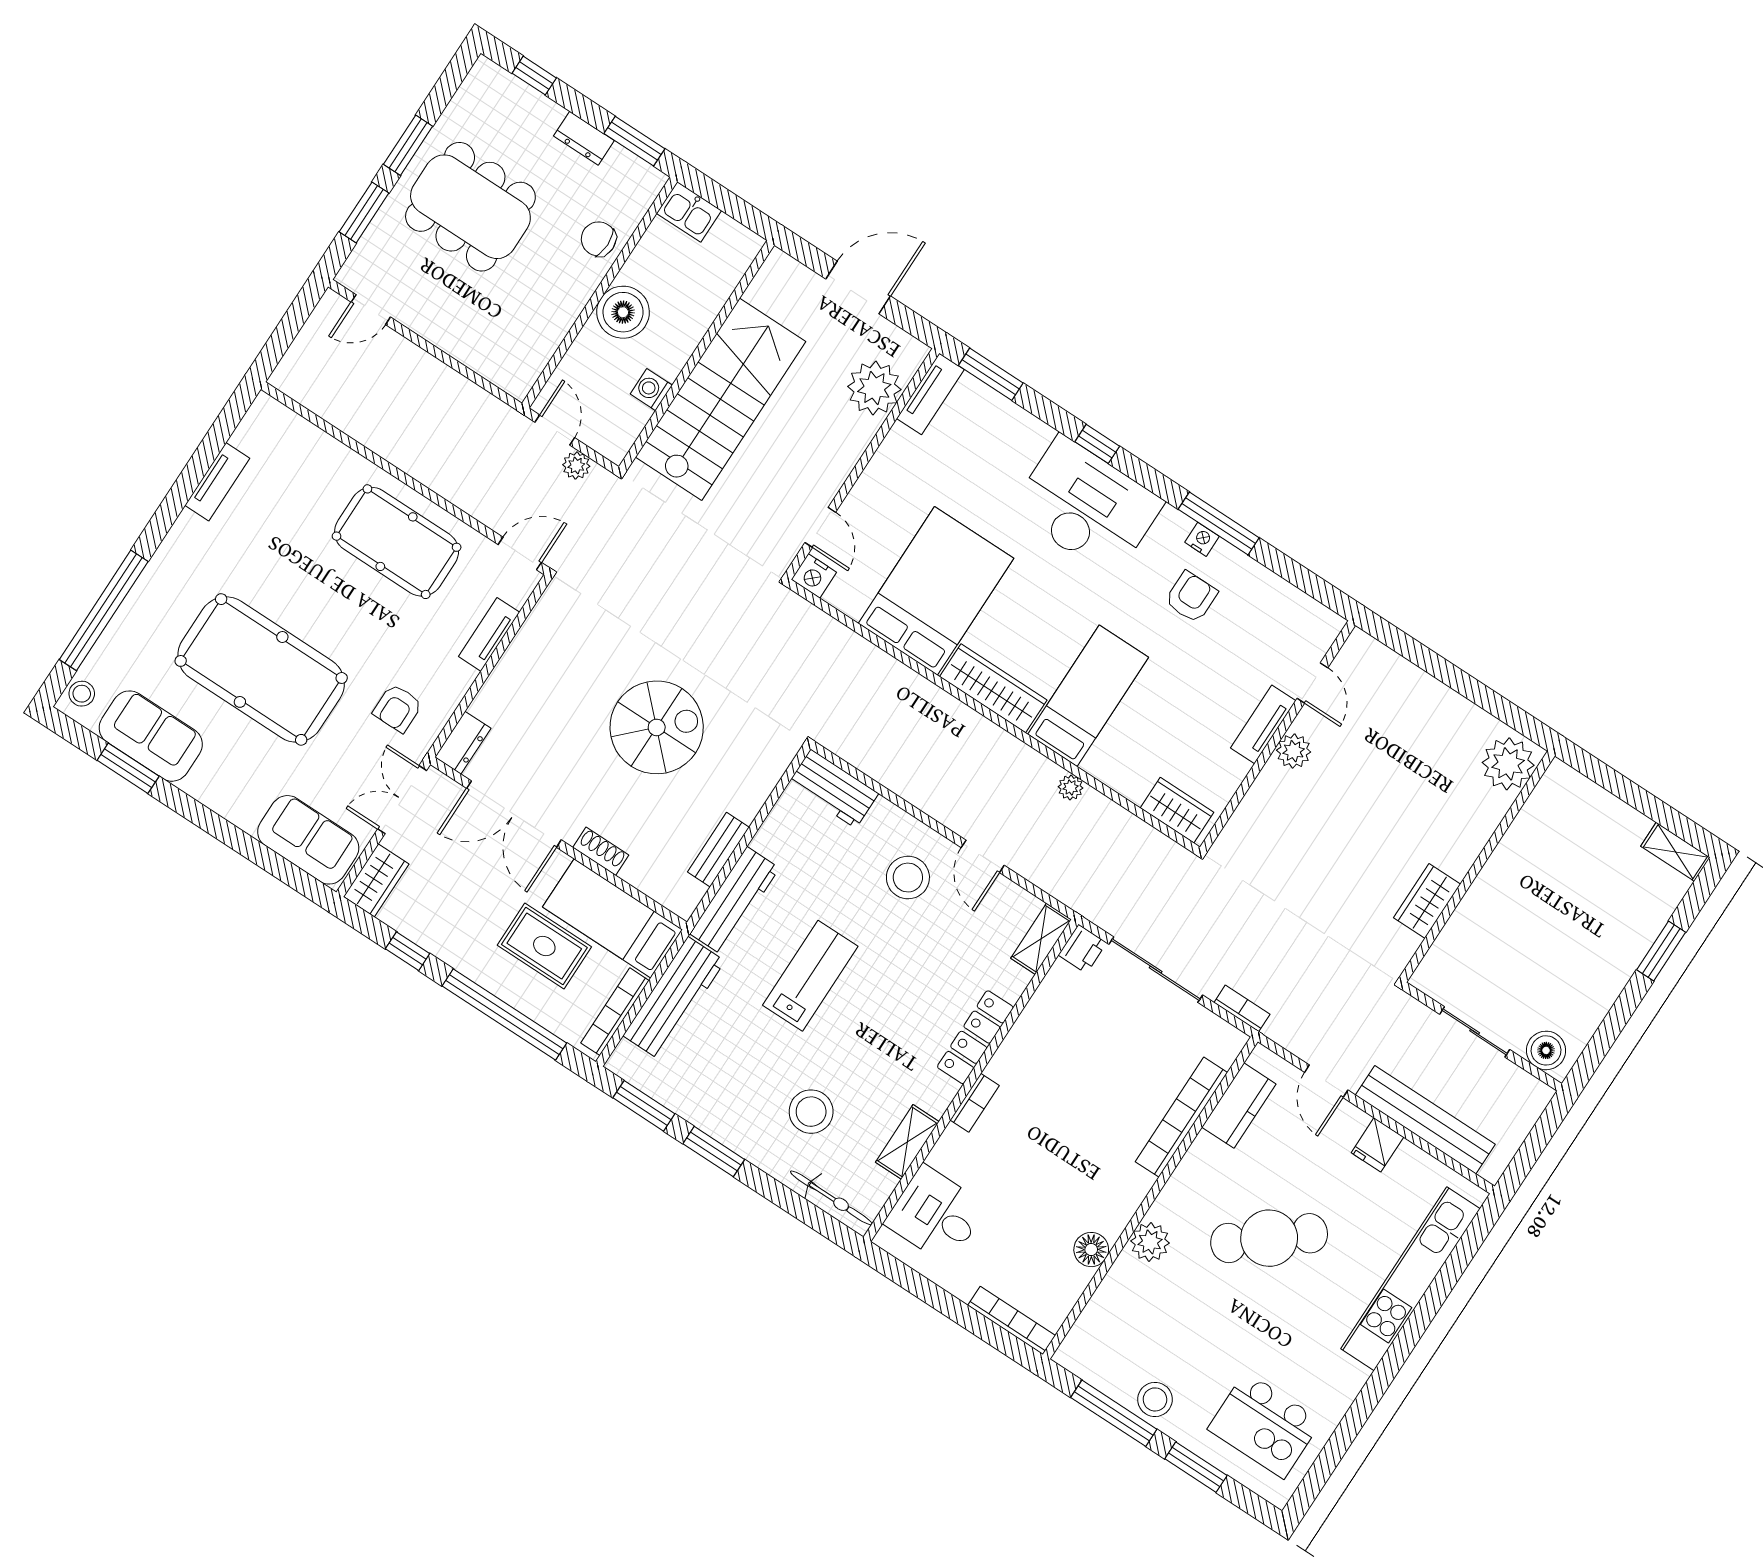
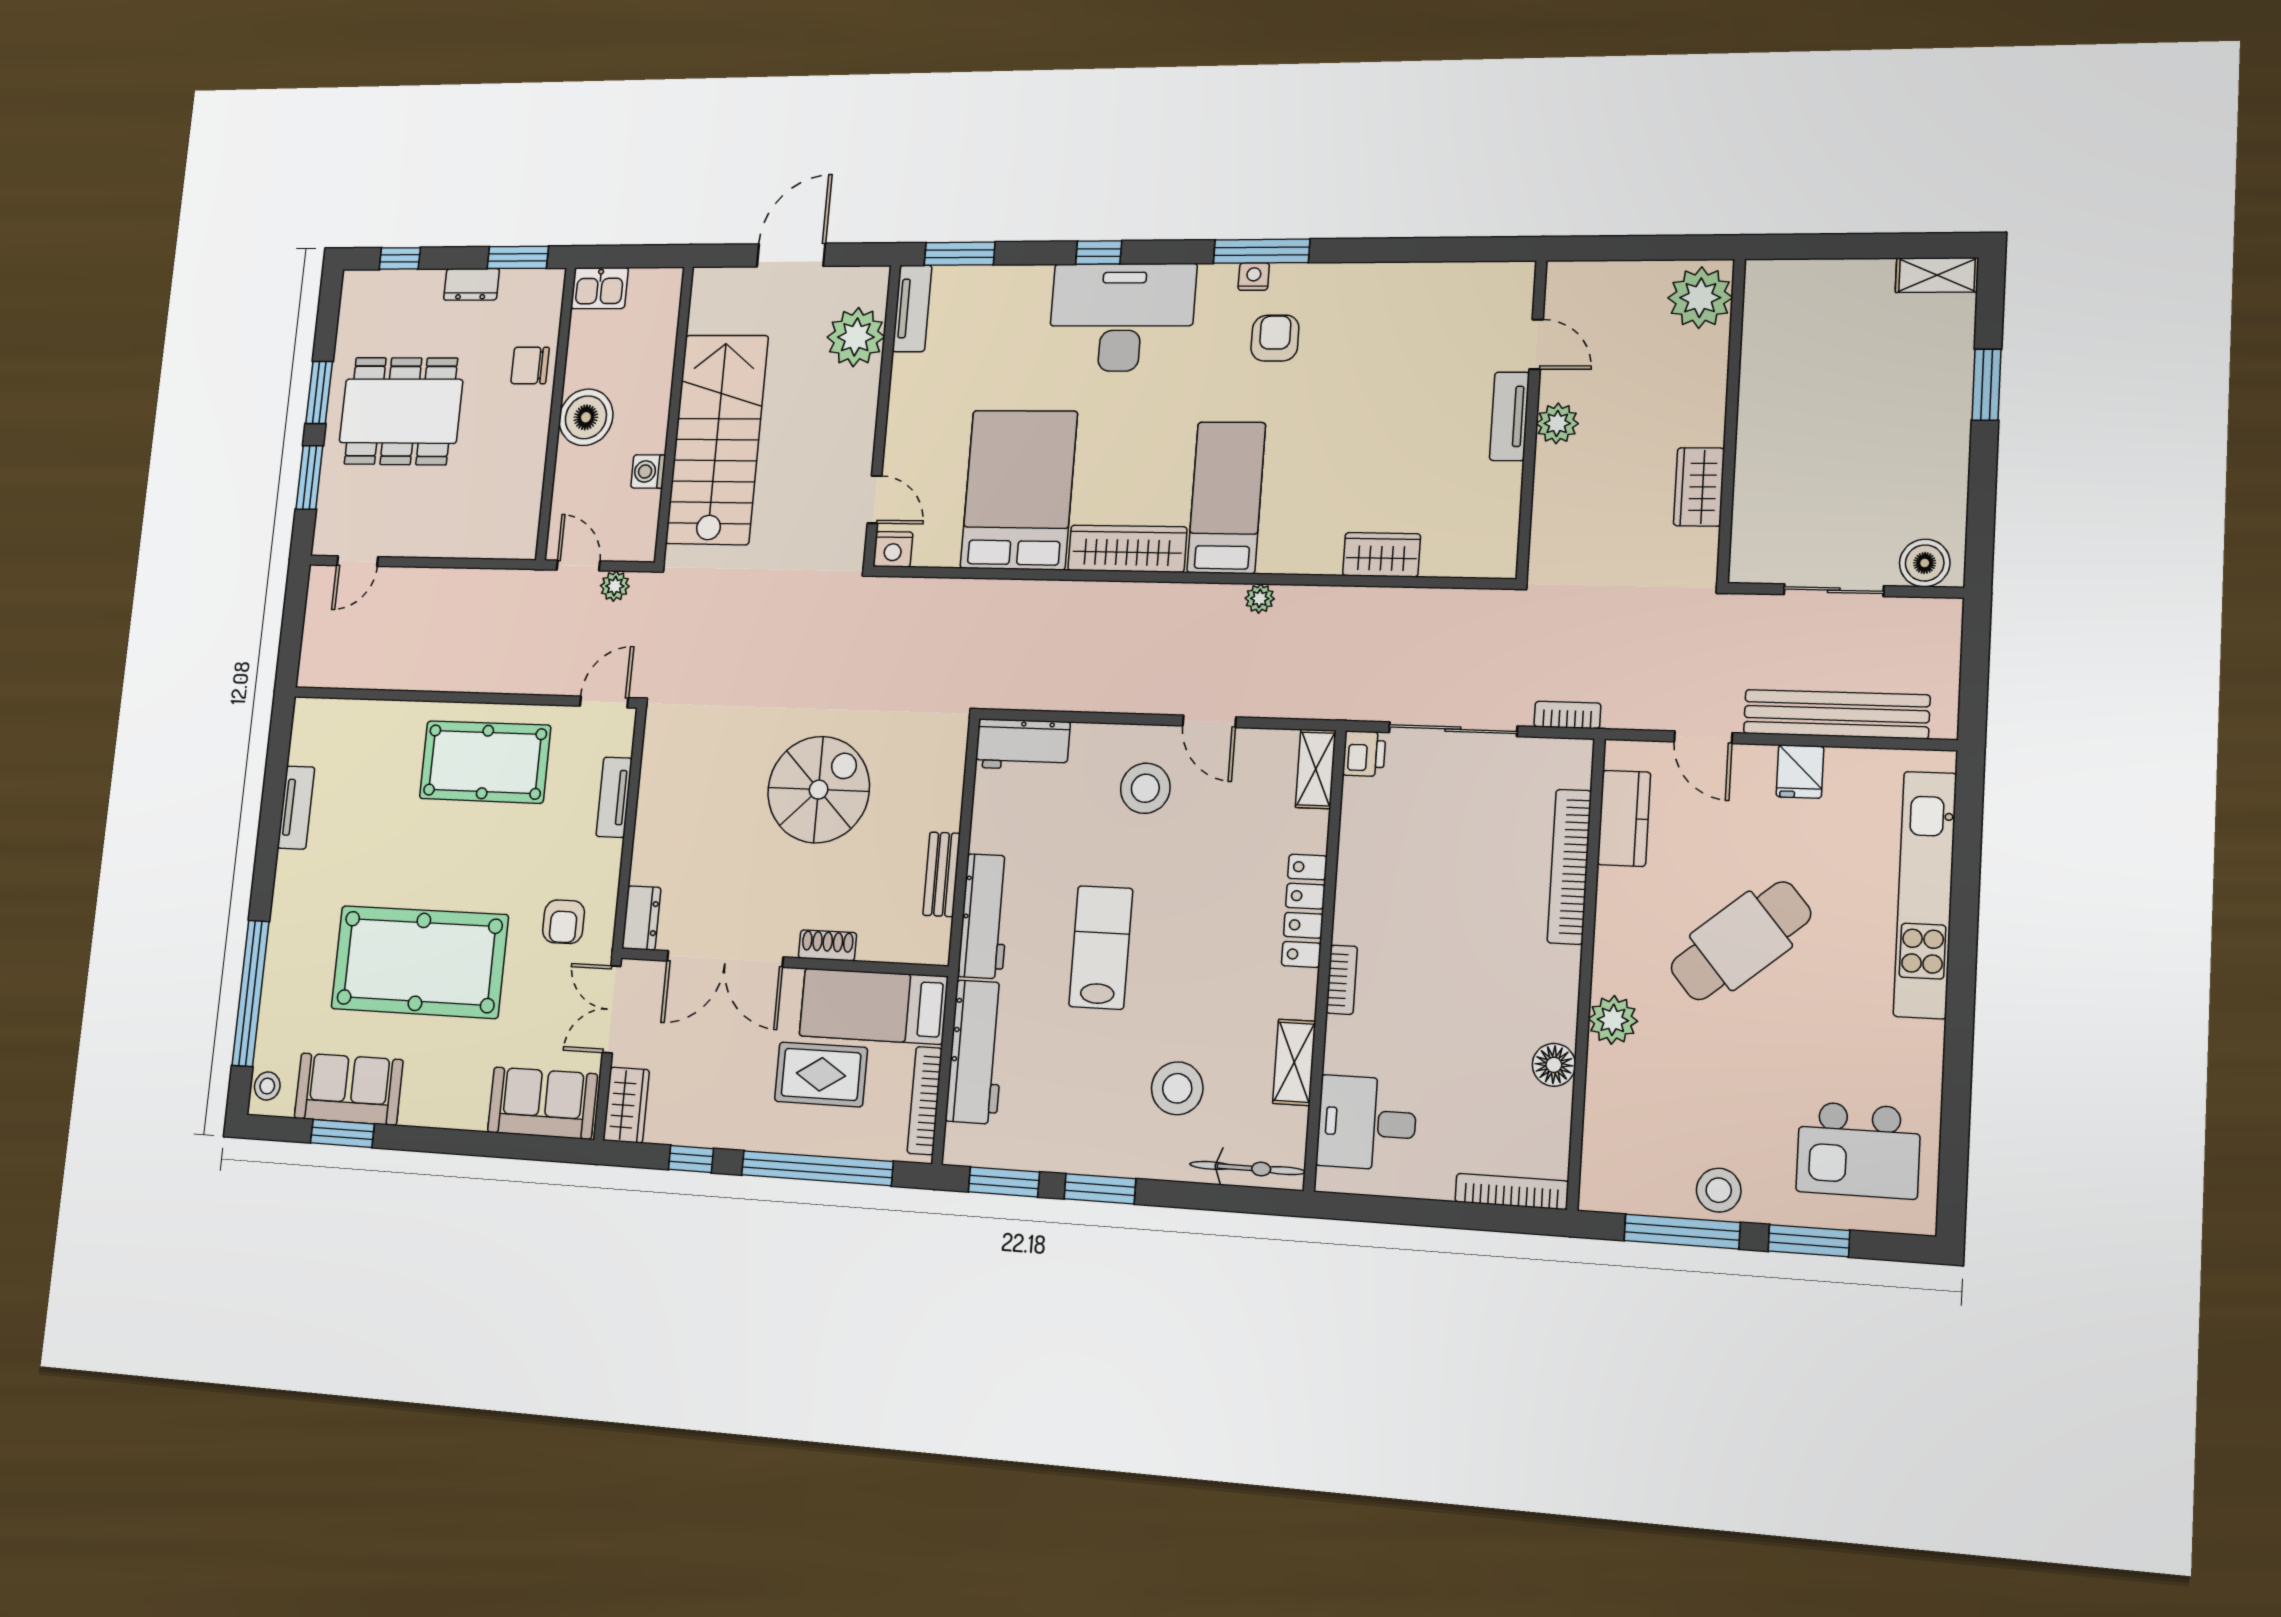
door: (1312, 683) -> (1536, 344), moved
tv unit: (1263, 724) -> (1510, 416), moved
wall: (1278, 736) -> (1532, 419), moved
plant: (1294, 751) -> (1557, 423), moved

